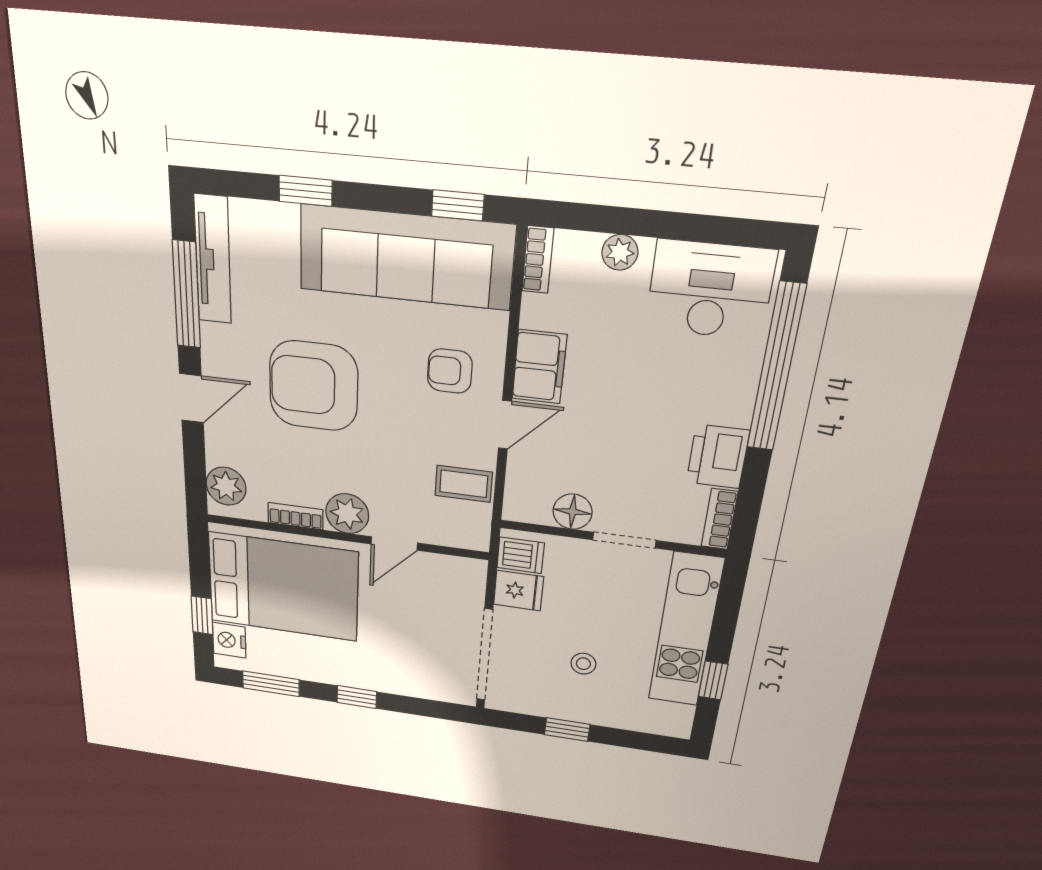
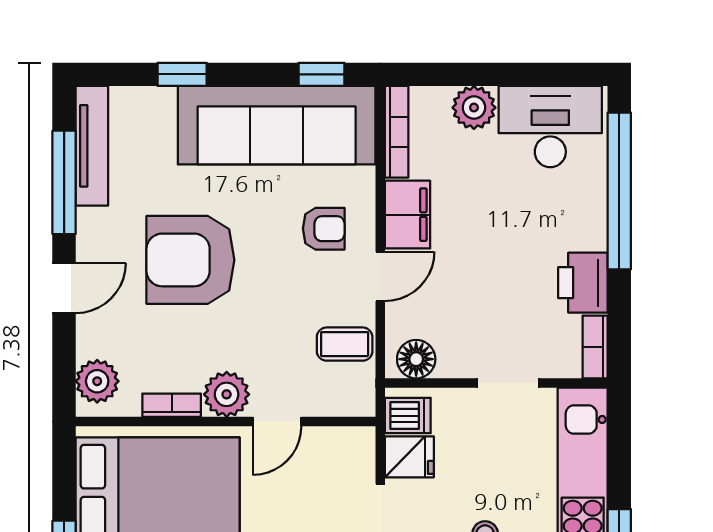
plant: (620, 252) -> (474, 108), width x1.38, depth x1.38
bookcase: (538, 260) -> (397, 132), width x1.56
armchair: (450, 371) -> (324, 229), turned 180
floor lamp: (573, 512) -> (416, 359), moved

